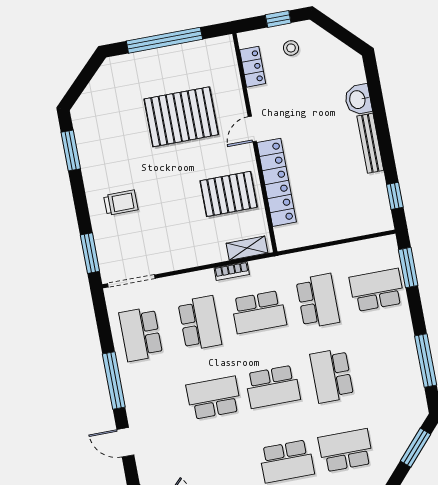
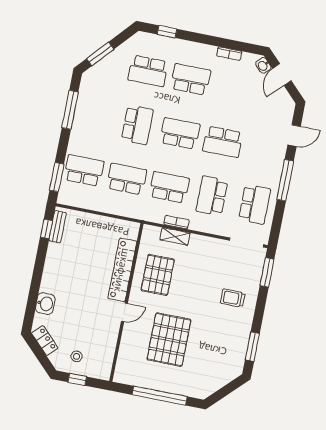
locker: (253, 67) -> (45, 340), moved, turned 135
pallet: (181, 117) -> (169, 340), turned 90
bench: (370, 143) -> (58, 227), moved, width x0.73
pallet: (229, 194) -> (158, 275), turned 90
shelving: (247, 248) -> (175, 236), moved
school desk: (377, 290) -> (84, 170), turned 180
school desk: (318, 301) -> (127, 179), turned 90
door: (125, 442) -> (294, 136), hinge flipped

